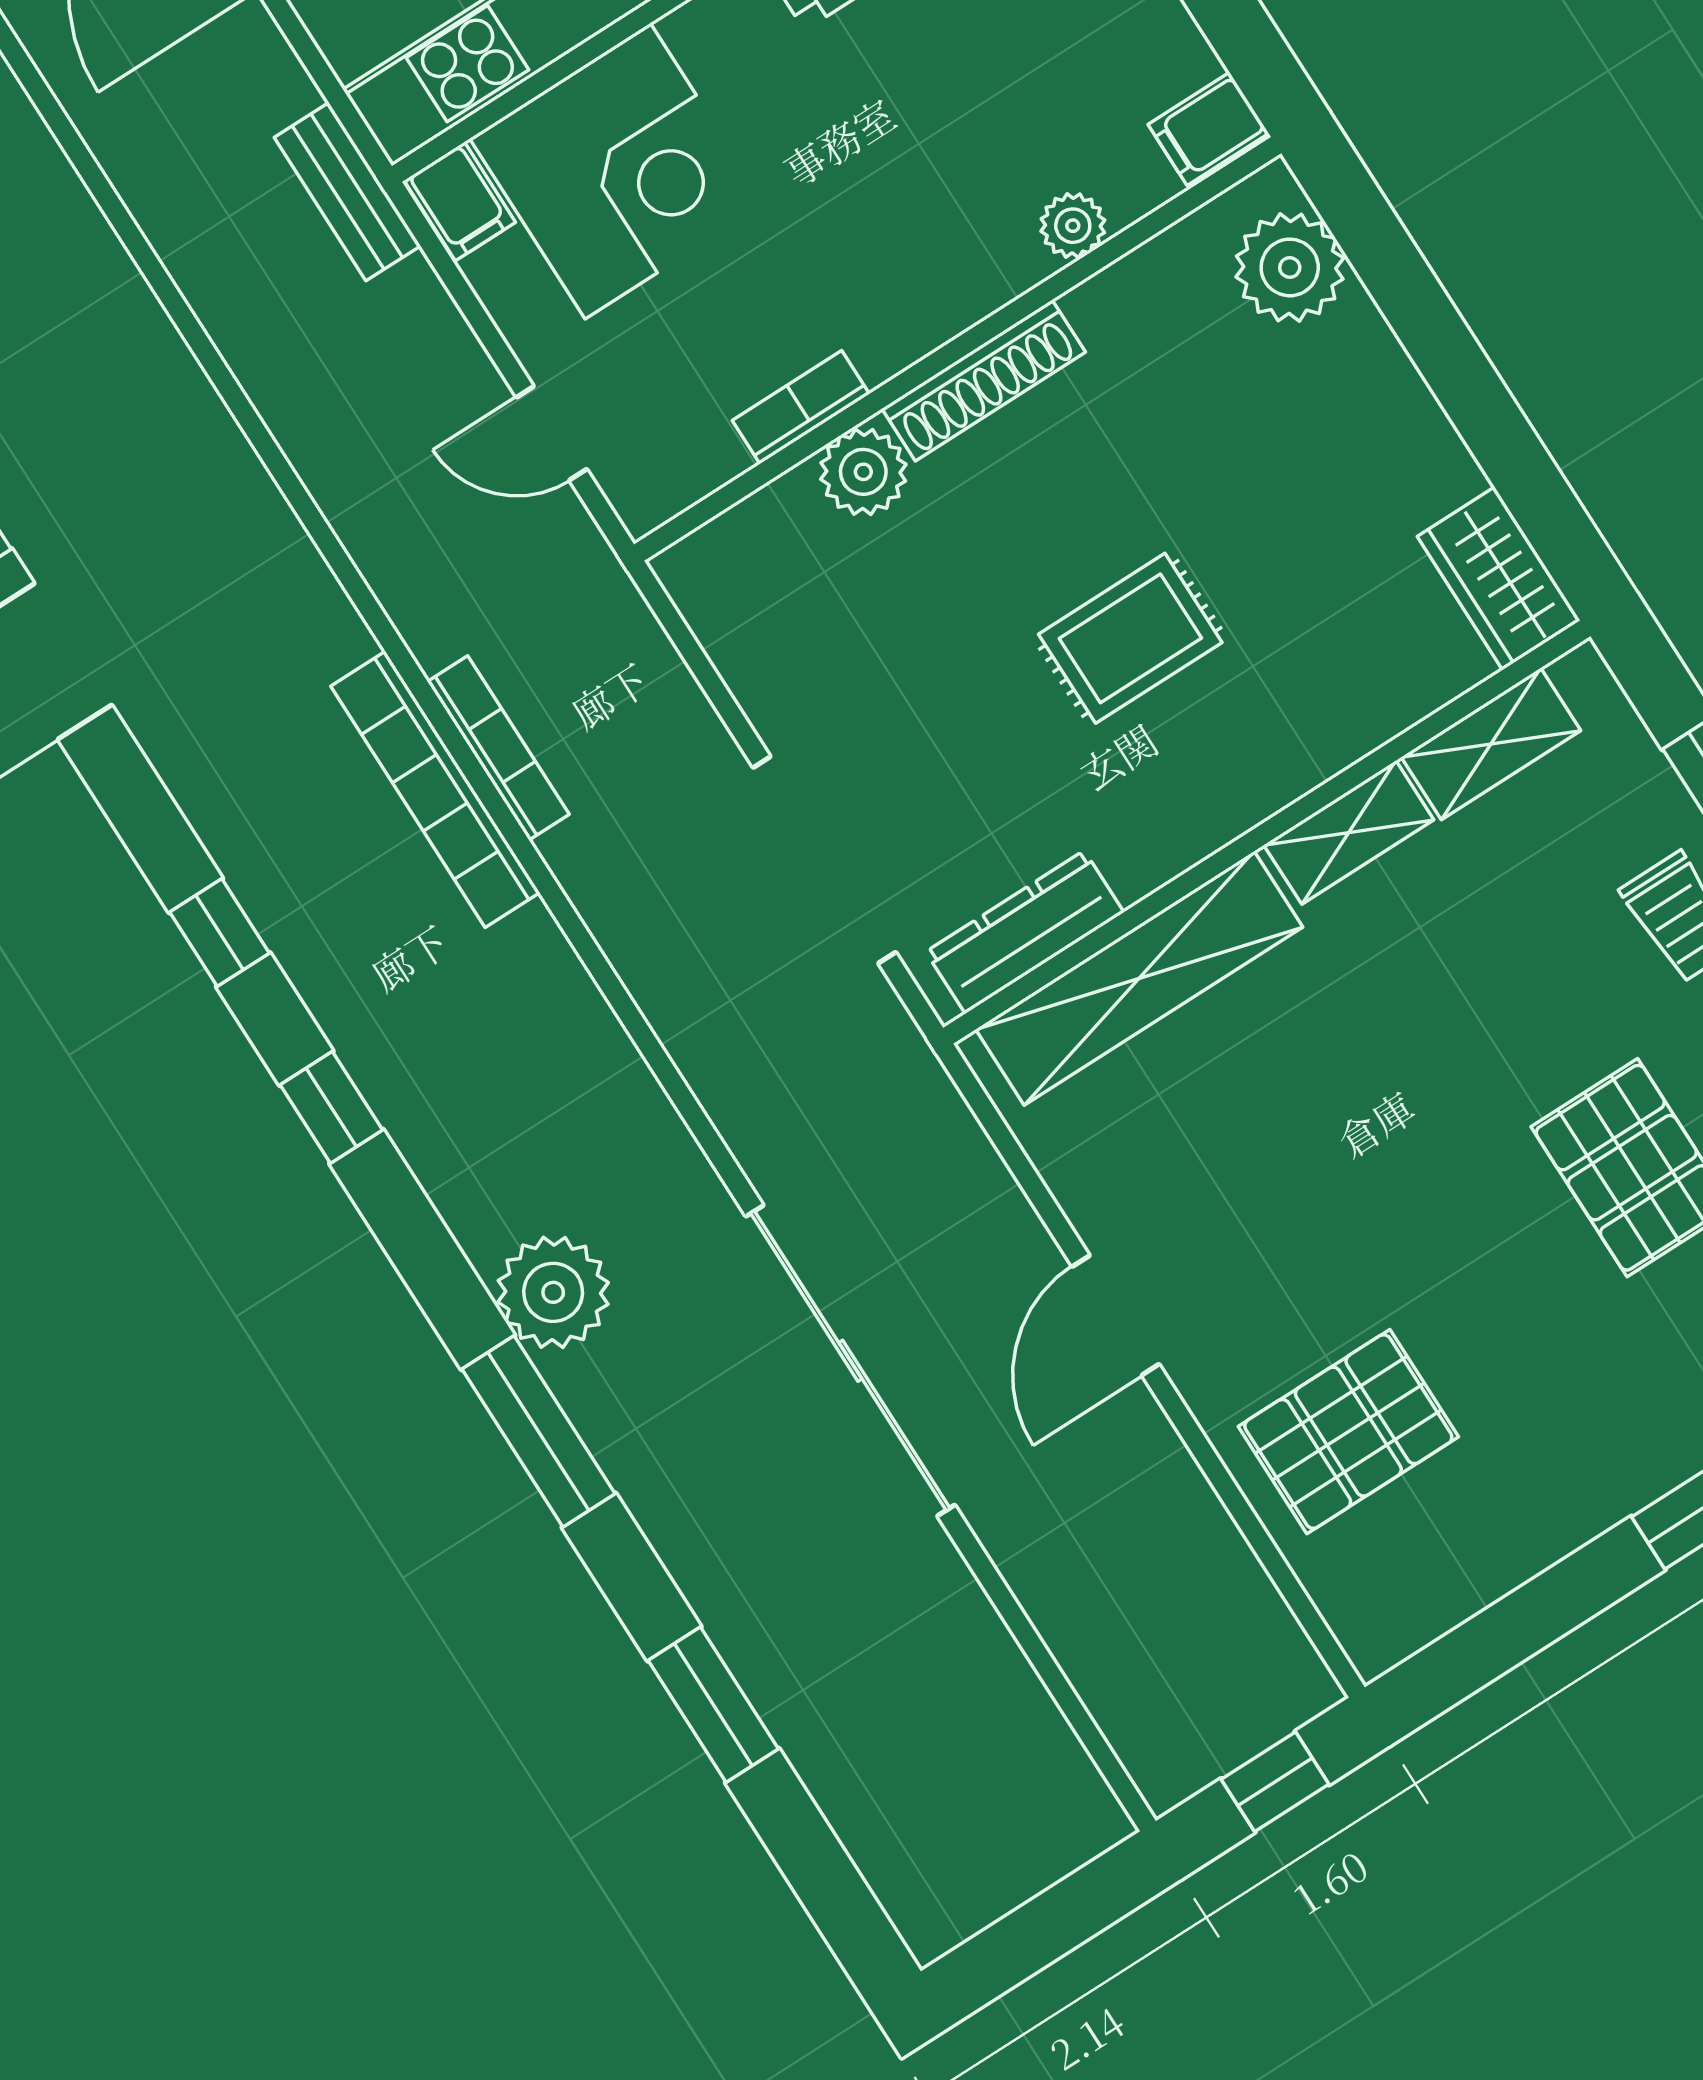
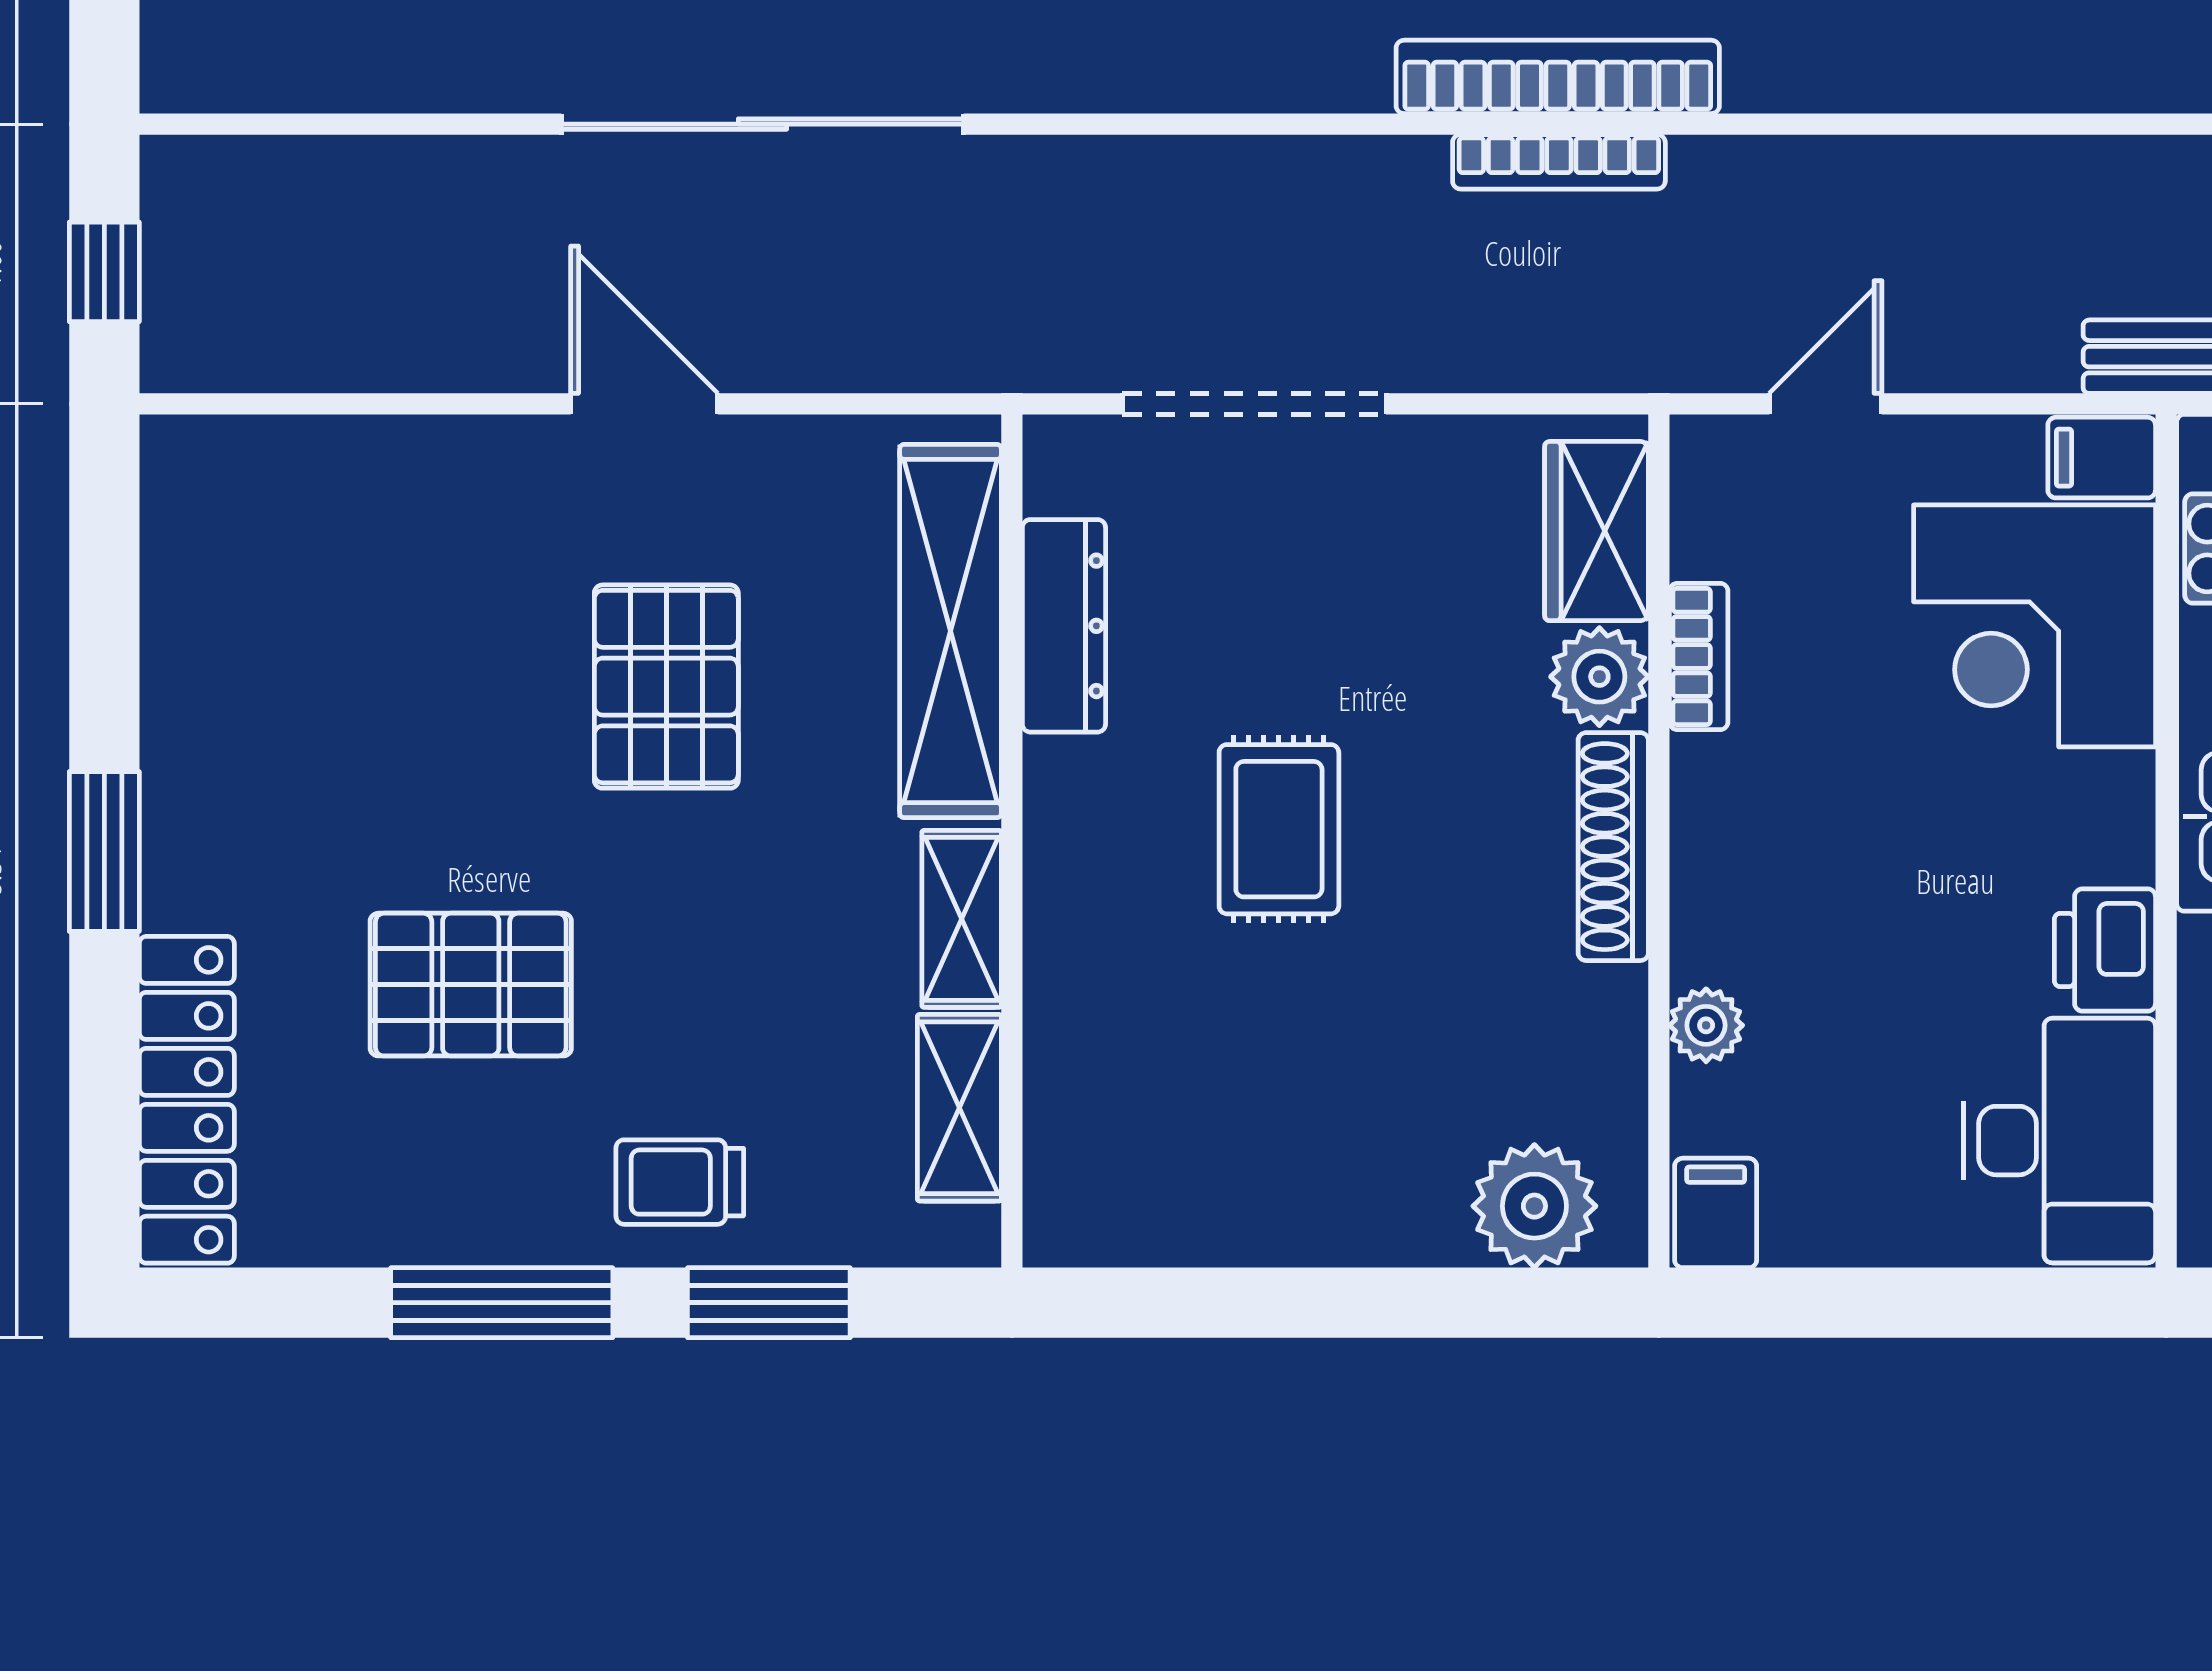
wardrobe: (1499, 578) -> (1596, 531), moved, turned -90
dresser: (1025, 932) -> (1064, 626), moved
pallet: (1348, 1432) -> (666, 687), moved

